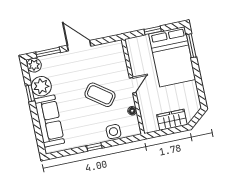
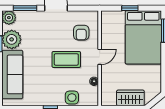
armchair: (109, 65) -> (81, 33), added
coffee table: (100, 95) -> (66, 59), turned -36

